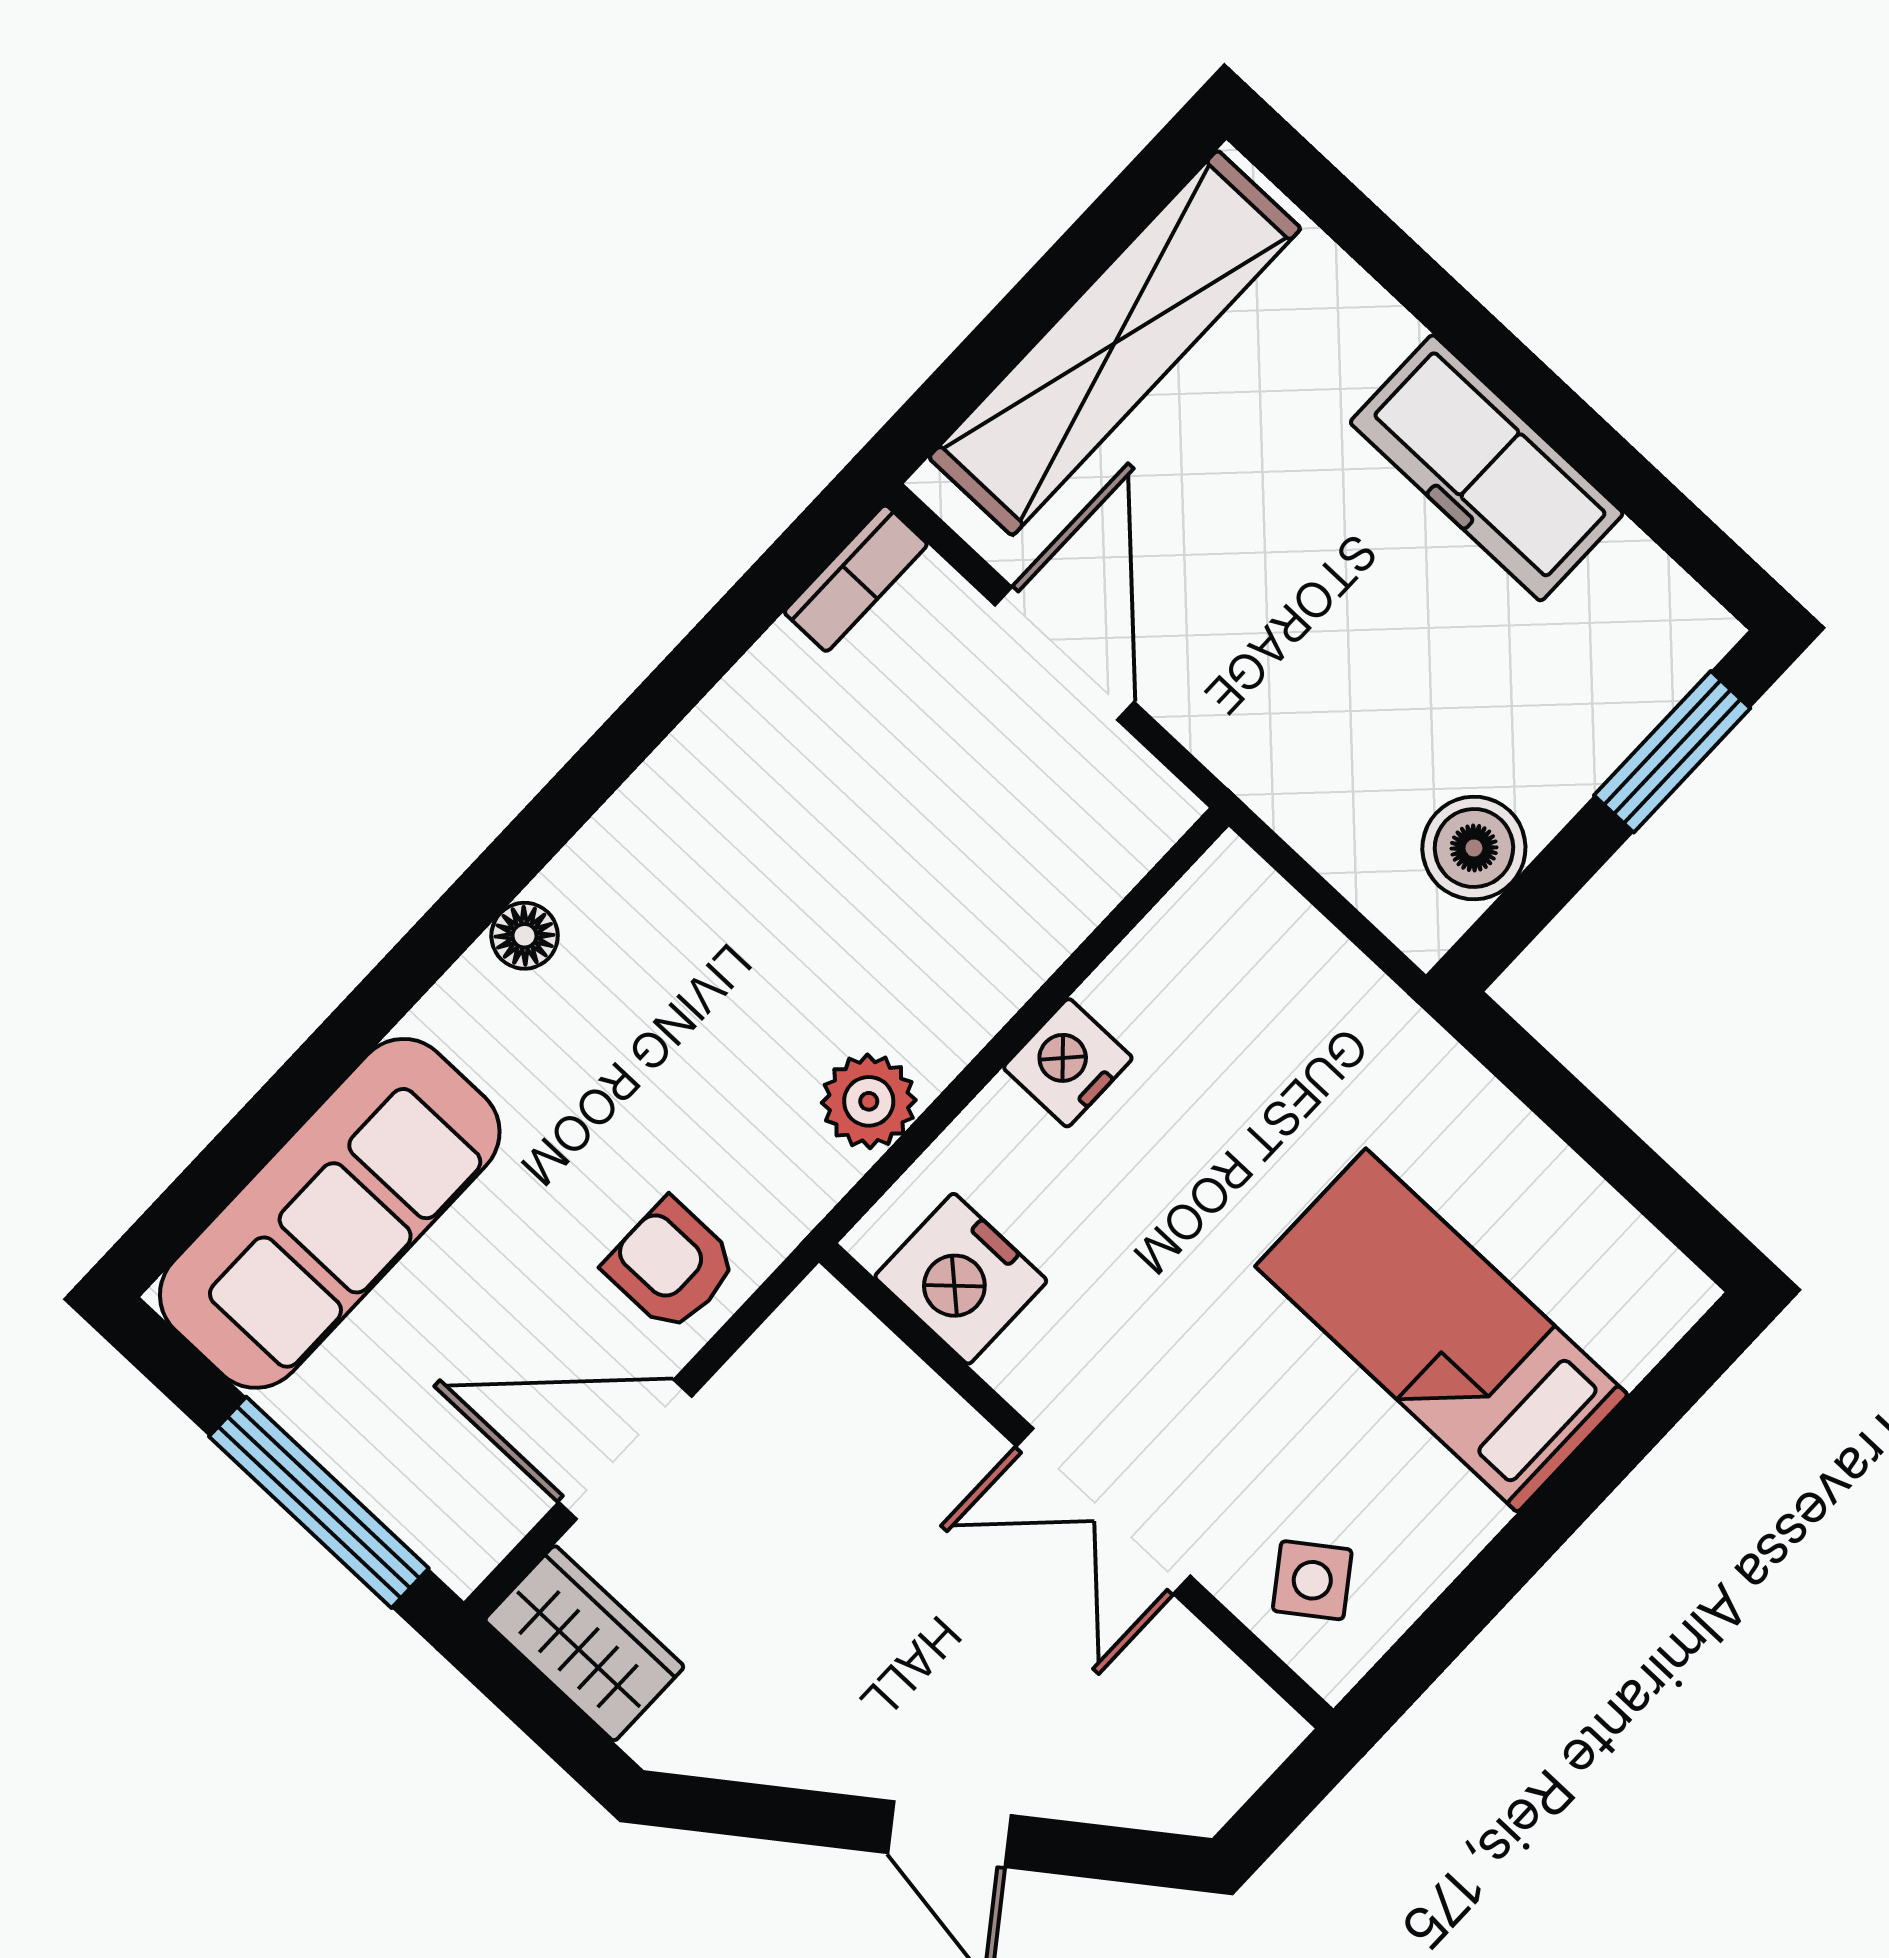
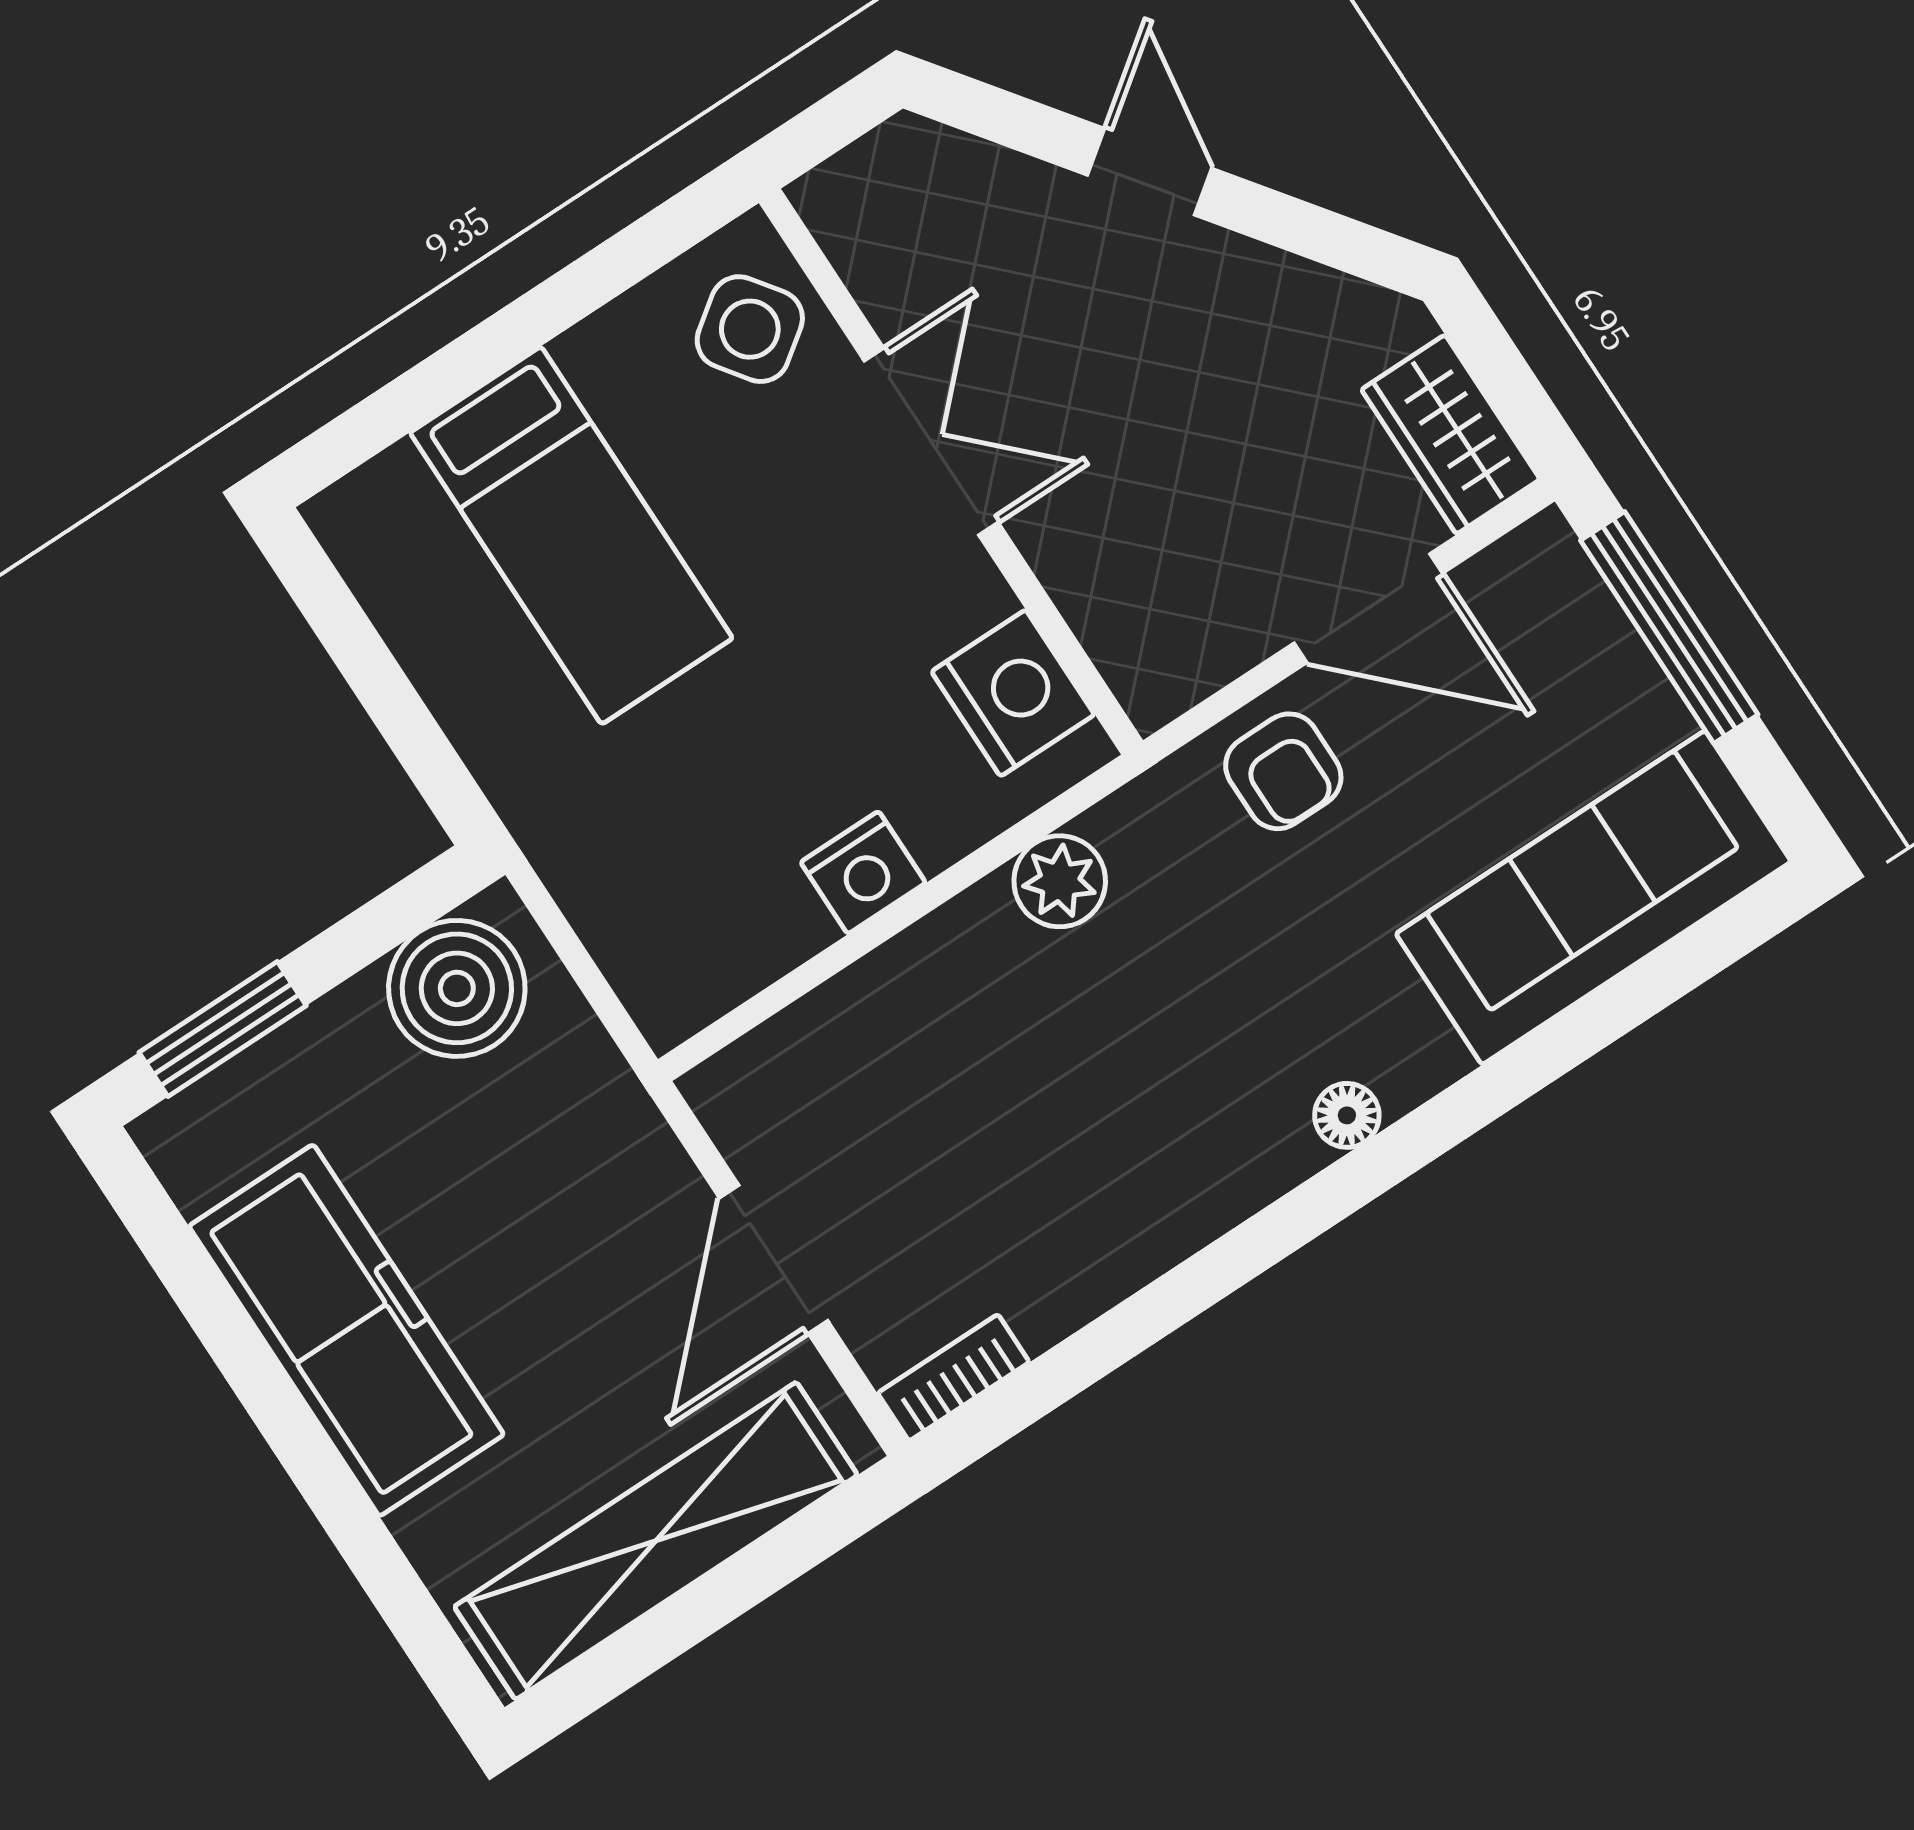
freezer: (1487, 468) -> (346, 1330), width x1.36, depth x1.26
boiler: (1474, 848) -> (457, 988), width x1.37, depth x1.37
side table: (1312, 1580) -> (750, 329), width x1.37, depth x1.37

